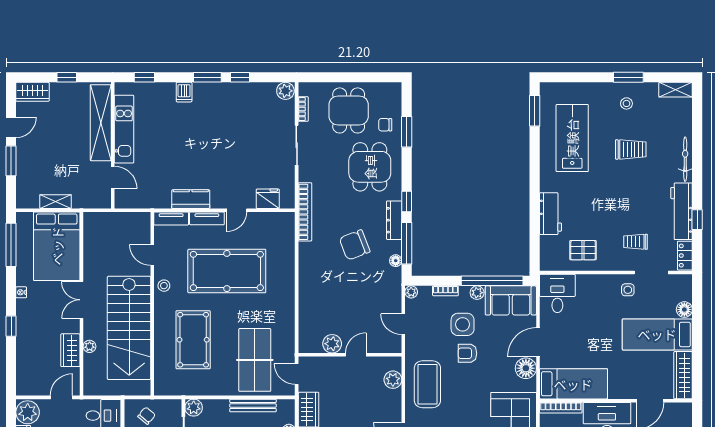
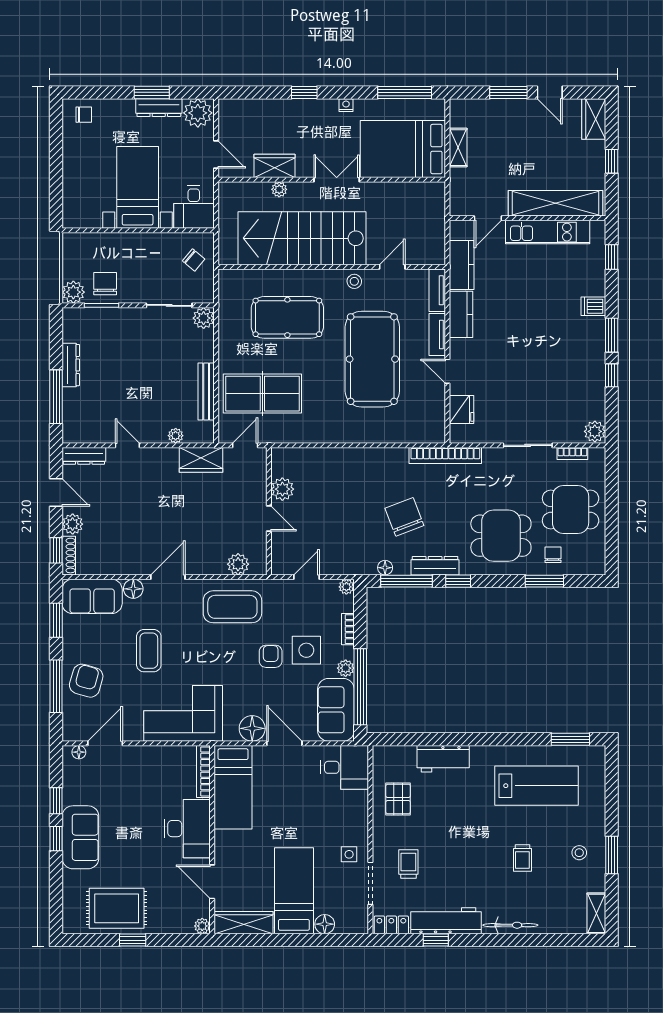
trolley: (631, 149) -> (522, 858), width x0.73, depth x0.72
kitchen counter: (151, 199) -> (462, 265), added
plant: (686, 409) -> (202, 926), added

